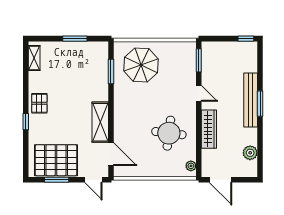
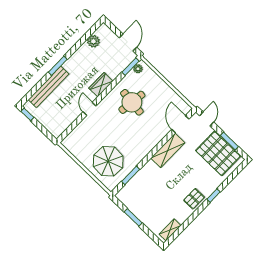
window: (199, 60) -> (131, 67), moved
bench: (251, 100) -> (49, 87), moved
wardrobe: (209, 129) -> (101, 85), width x0.67

